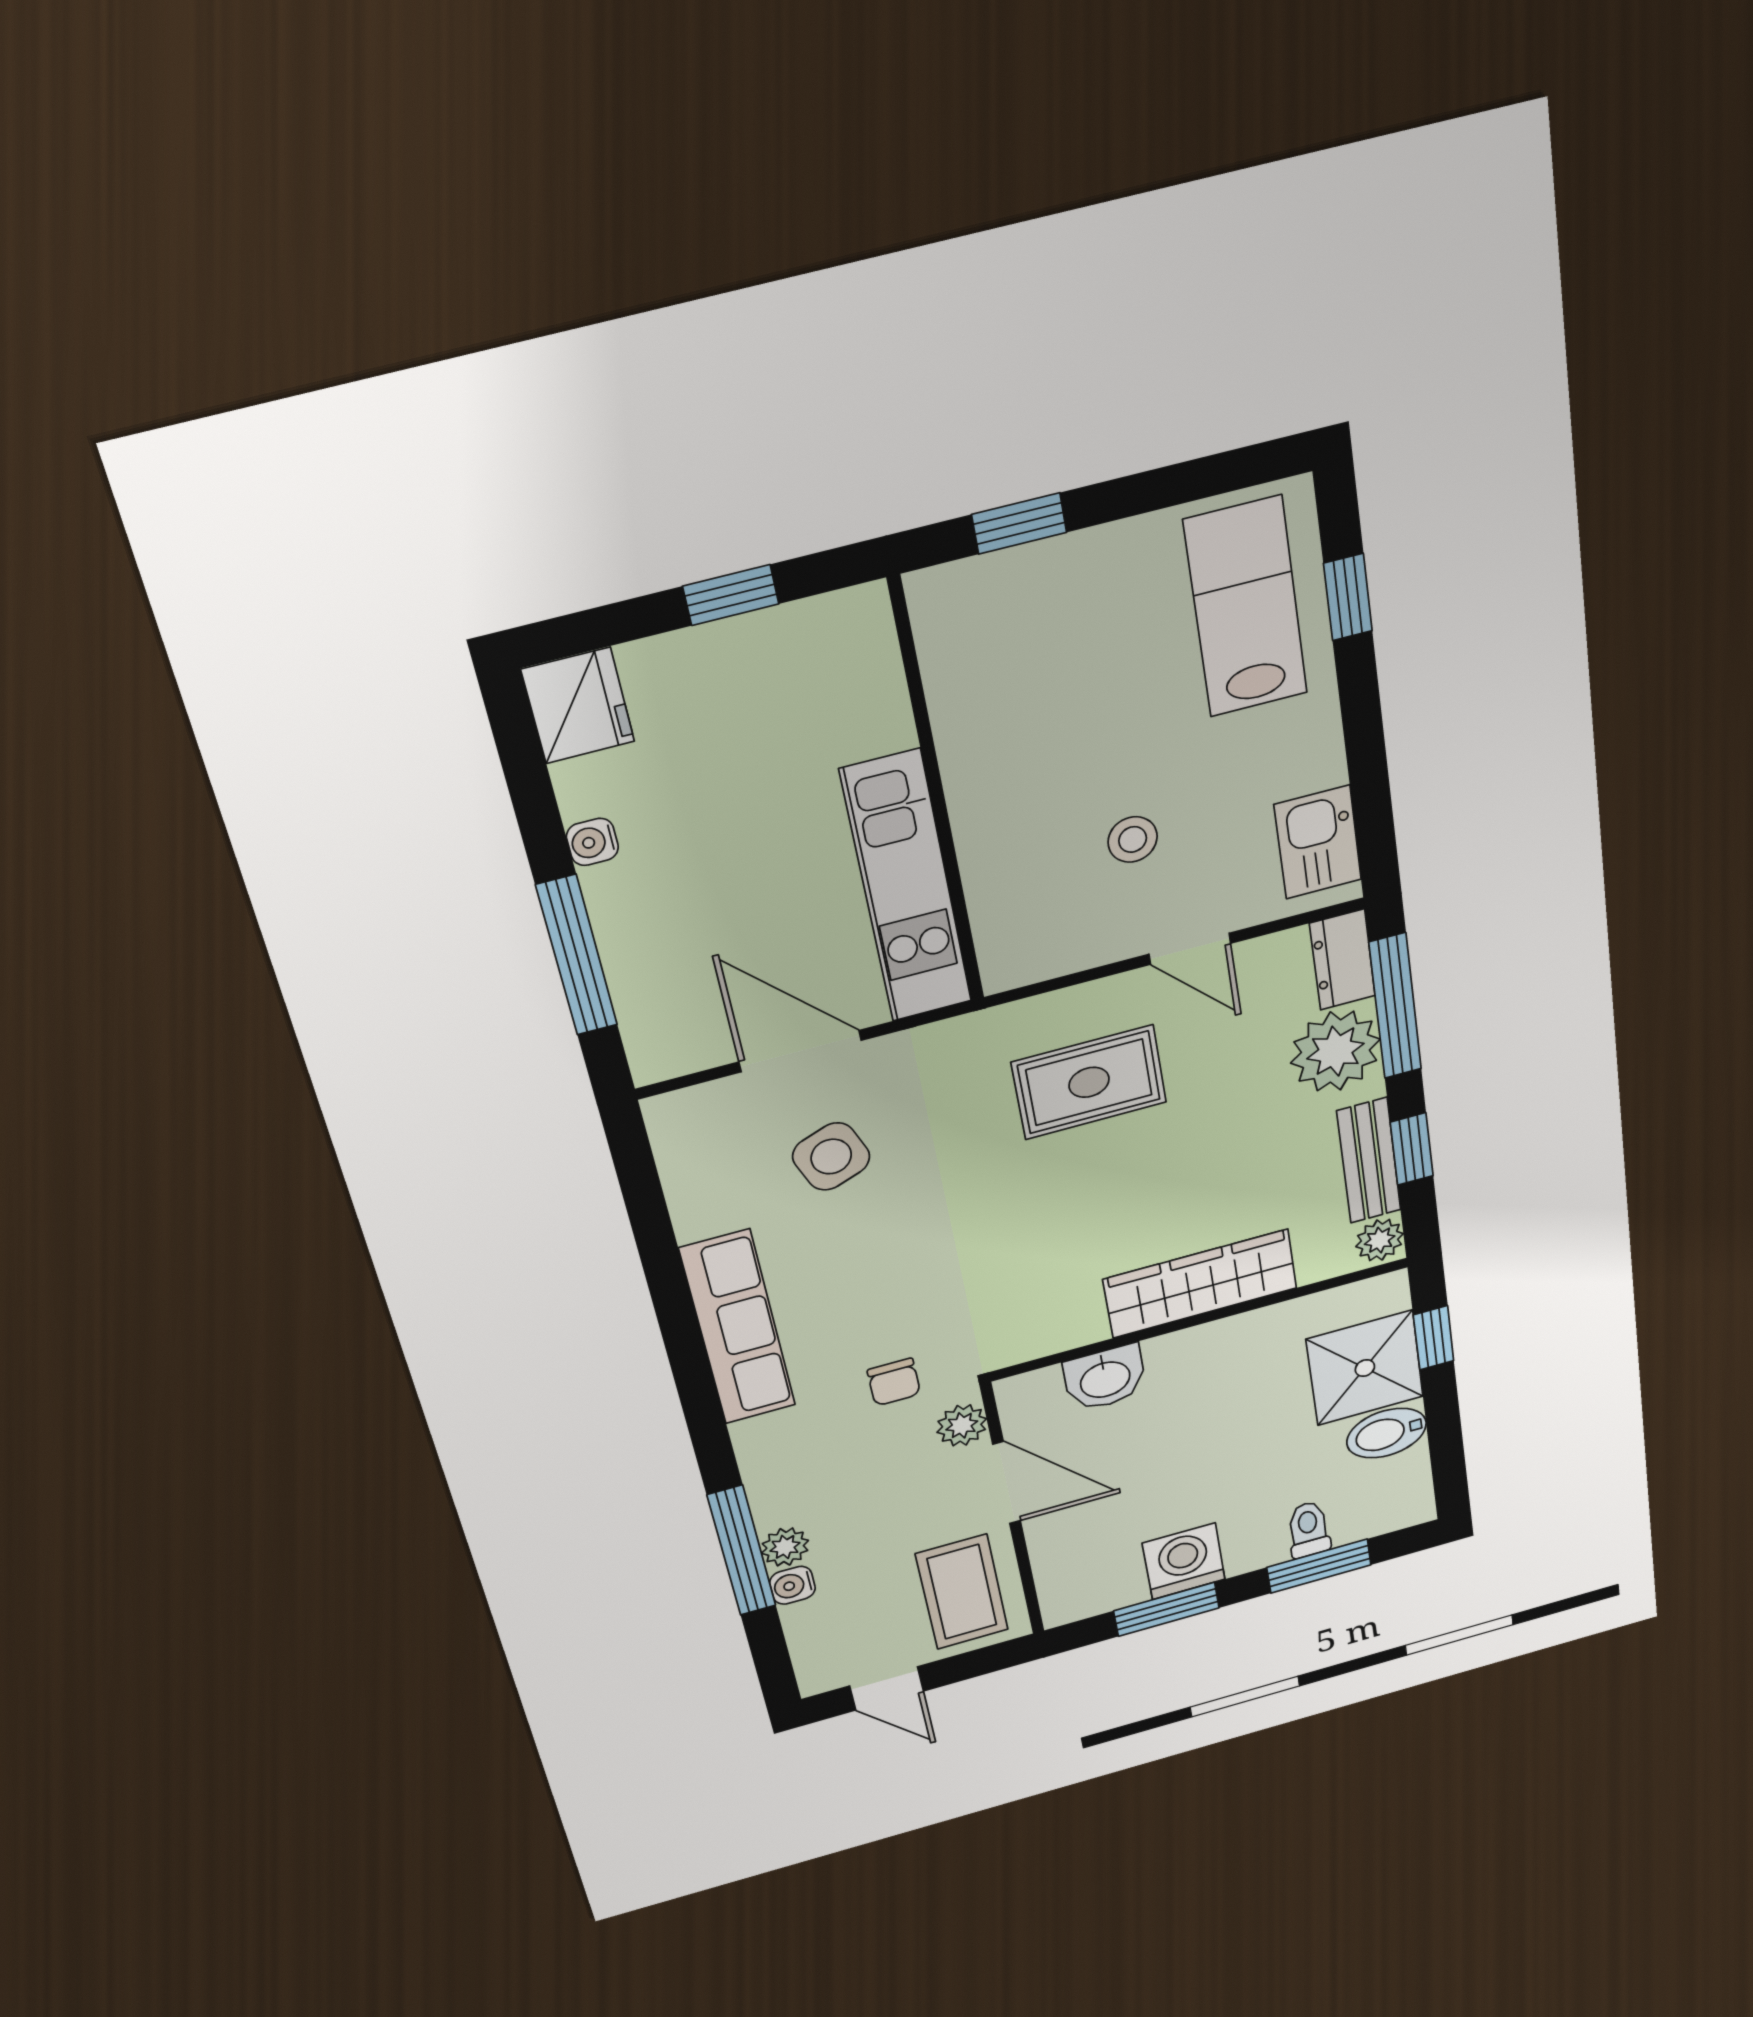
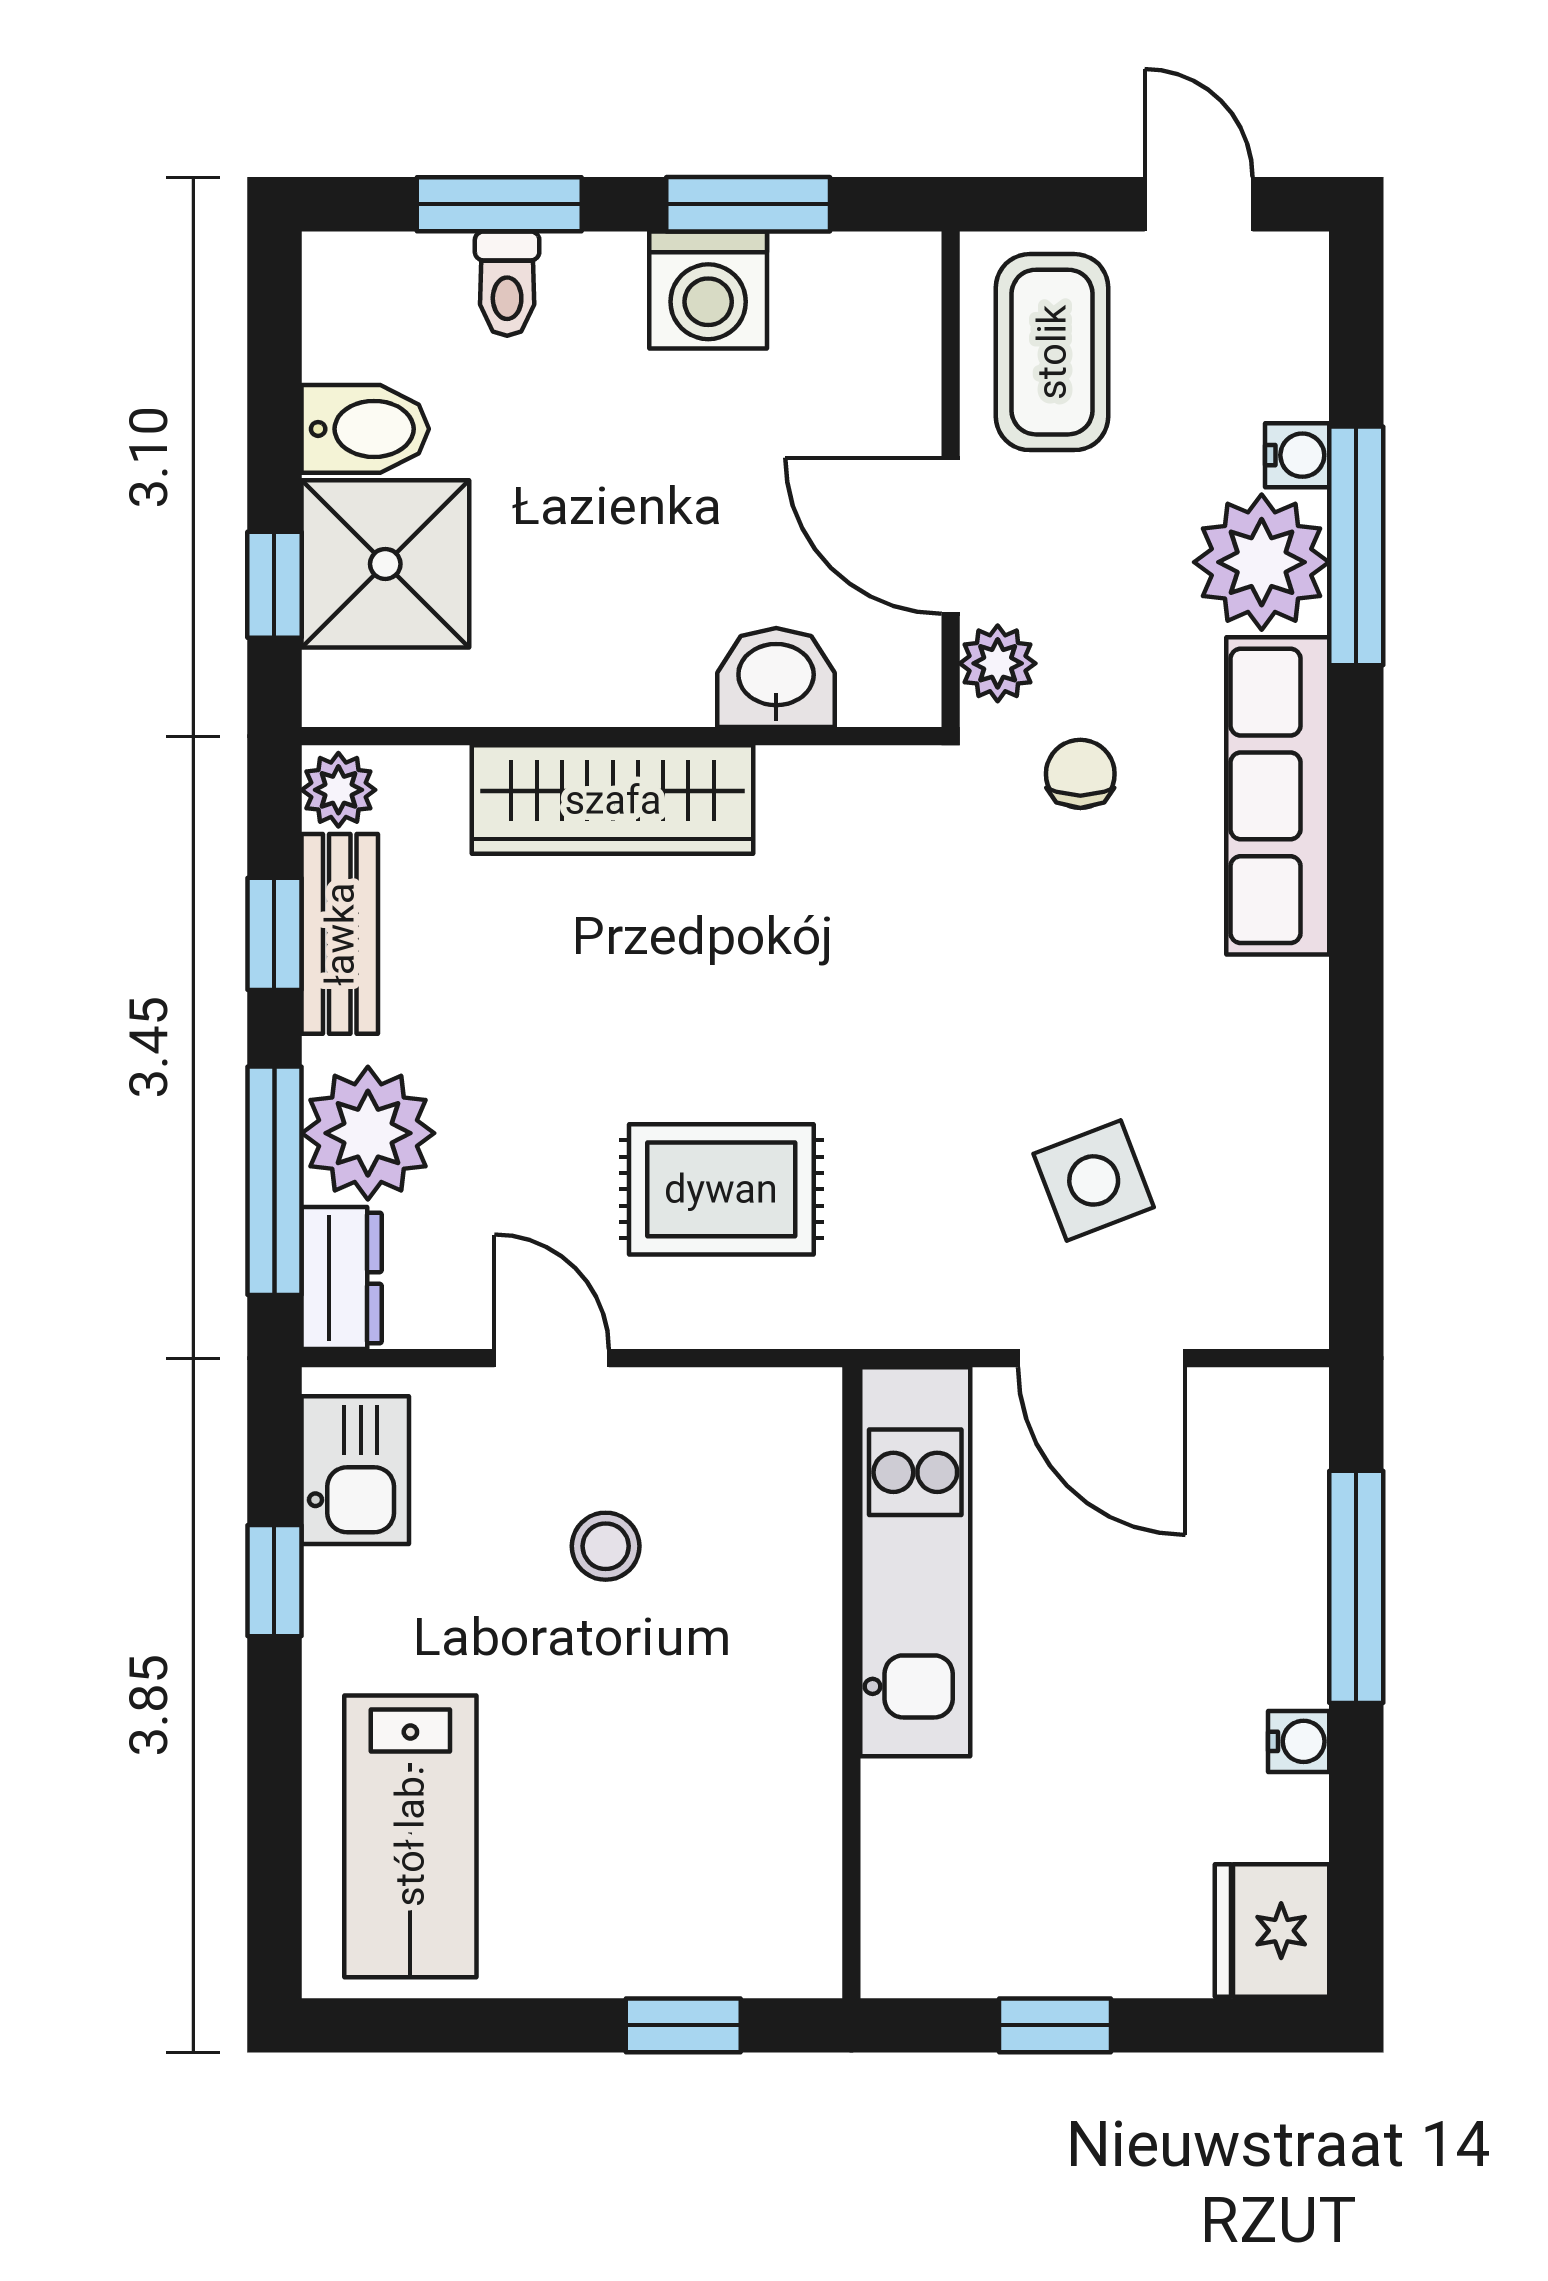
window: (1348, 597) -> (274, 1581), moved
row of seats: (738, 1328) -> (1278, 796), moved
plant: (785, 1547) -> (1262, 562), width x1.88, depth x1.88

